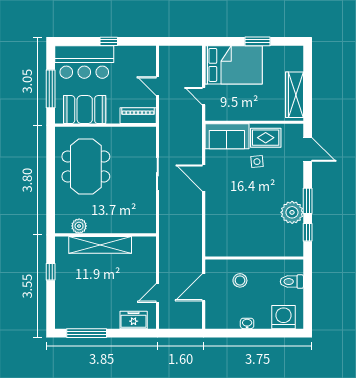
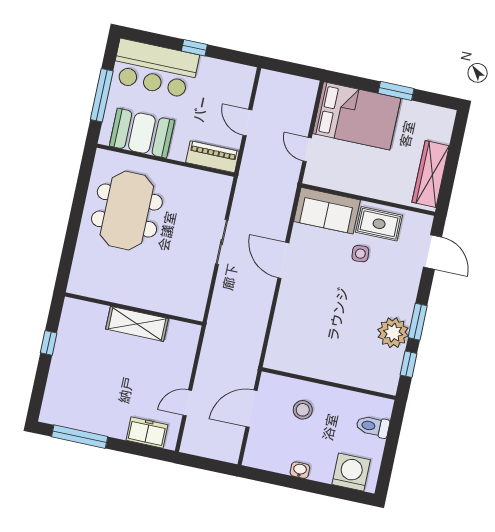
plant: (79, 226) -> (100, 289), removed
shelving: (100, 245) -> (137, 324), width x0.68

